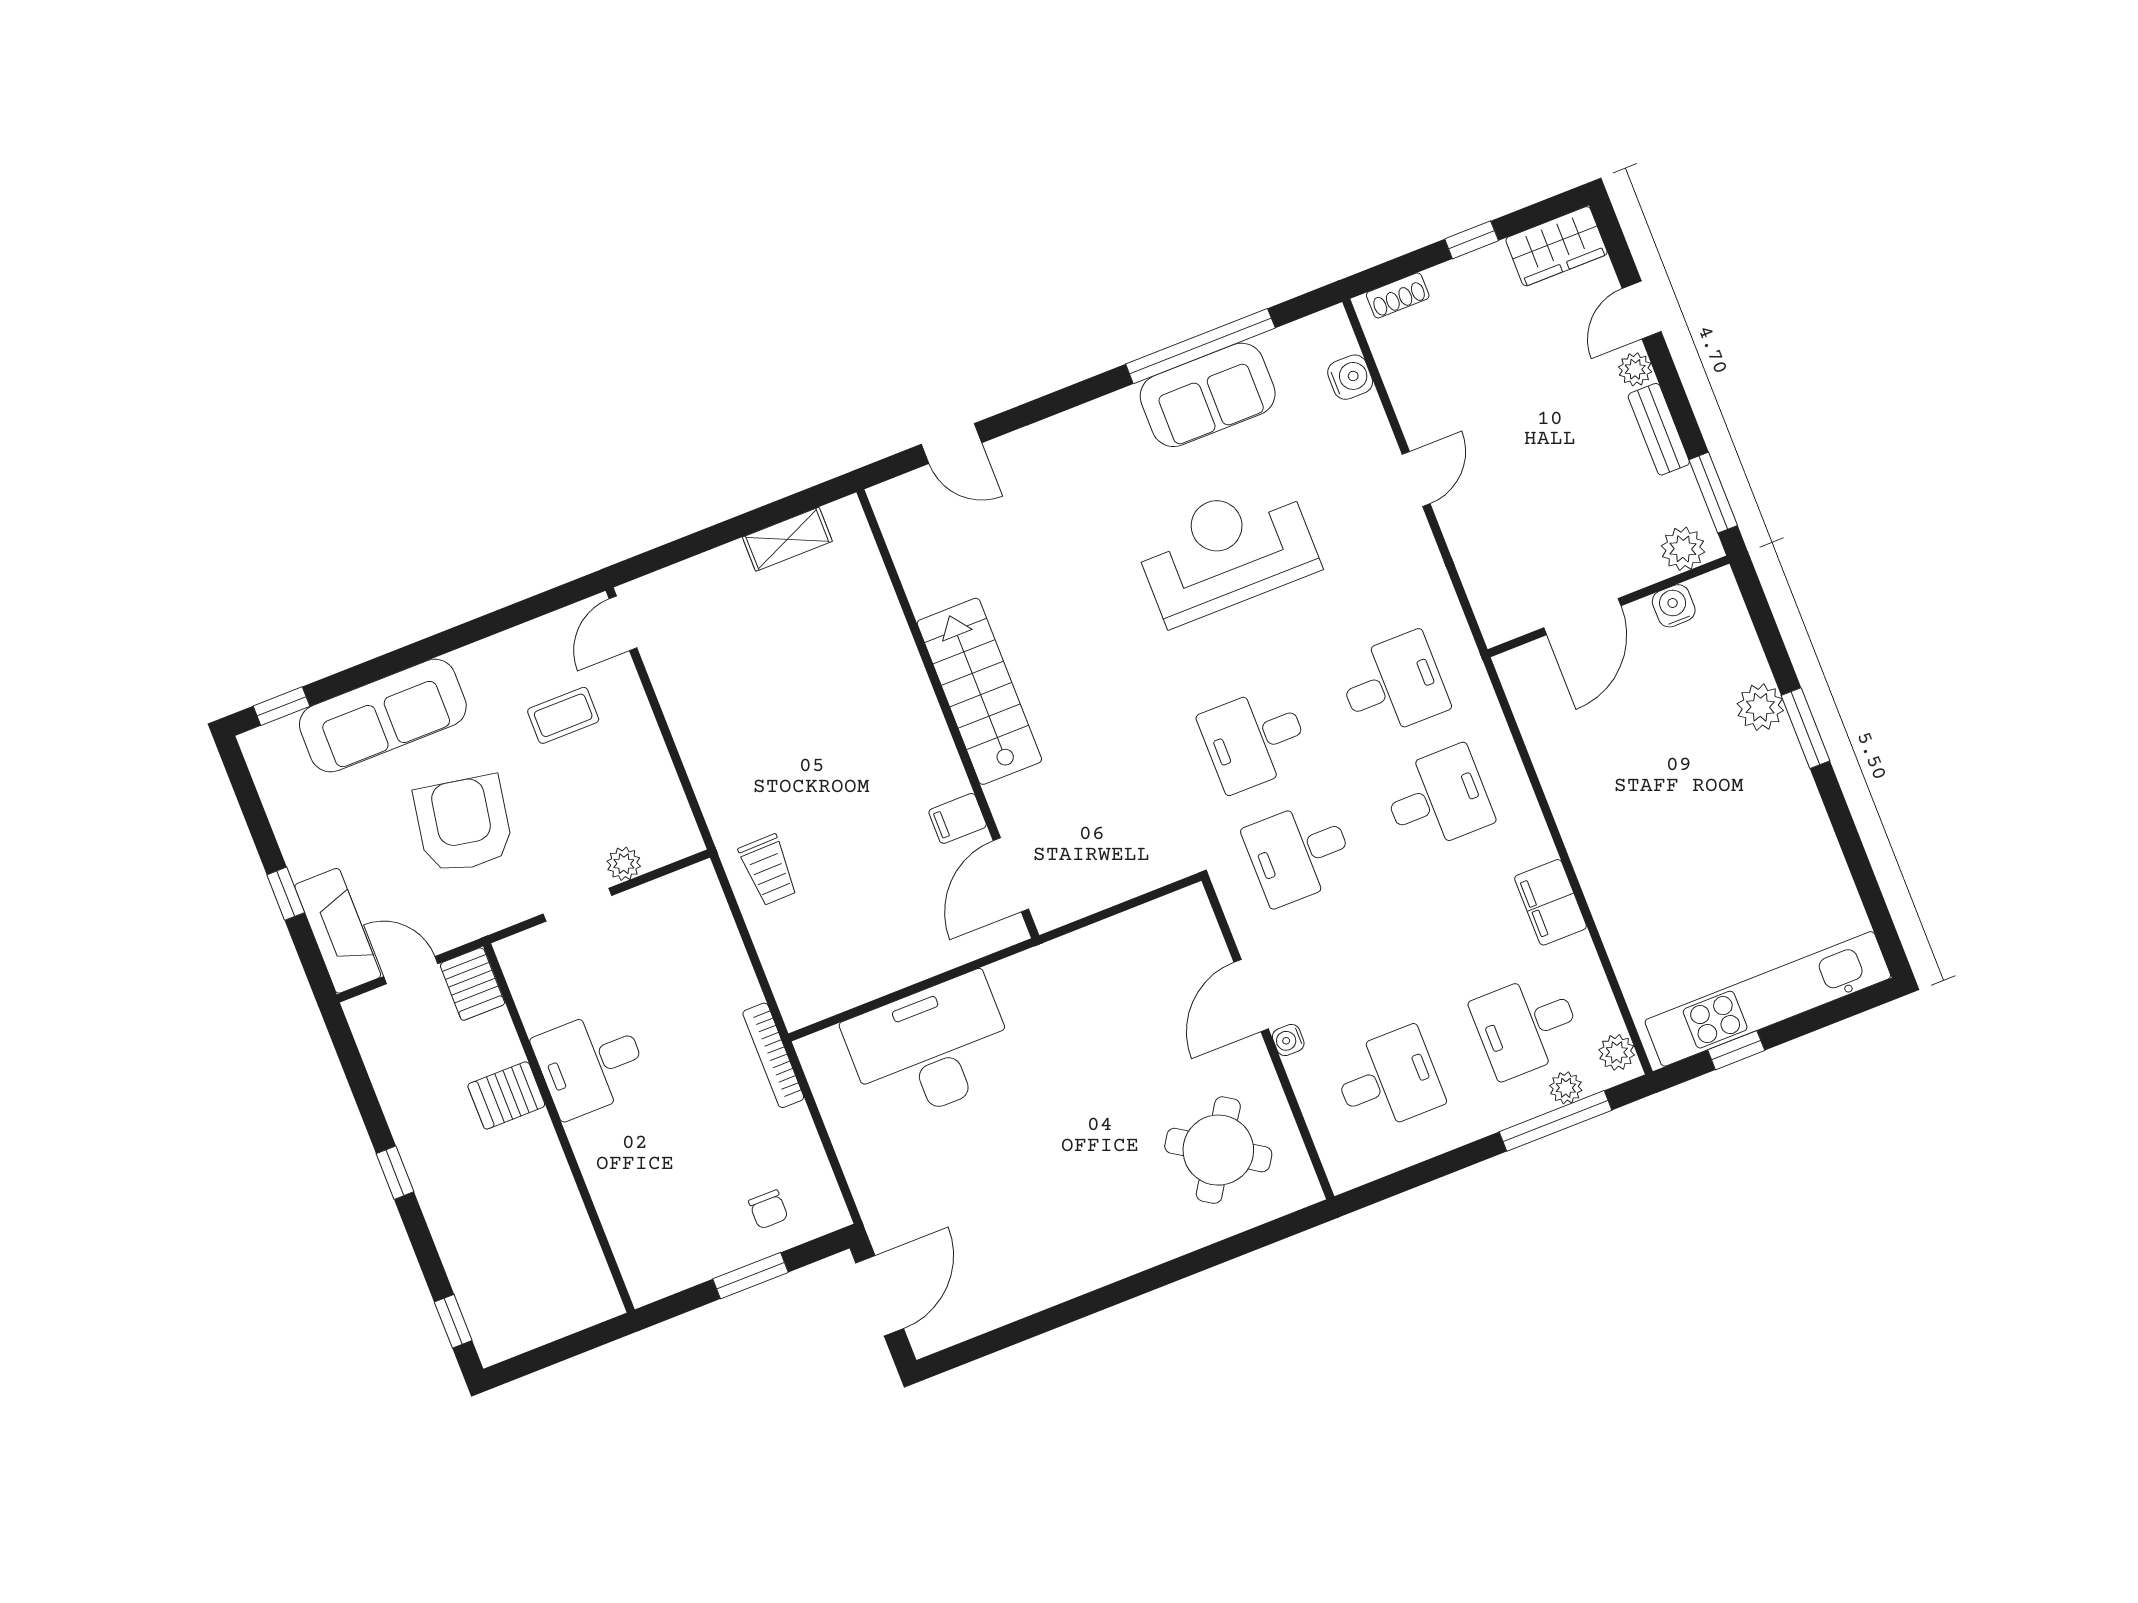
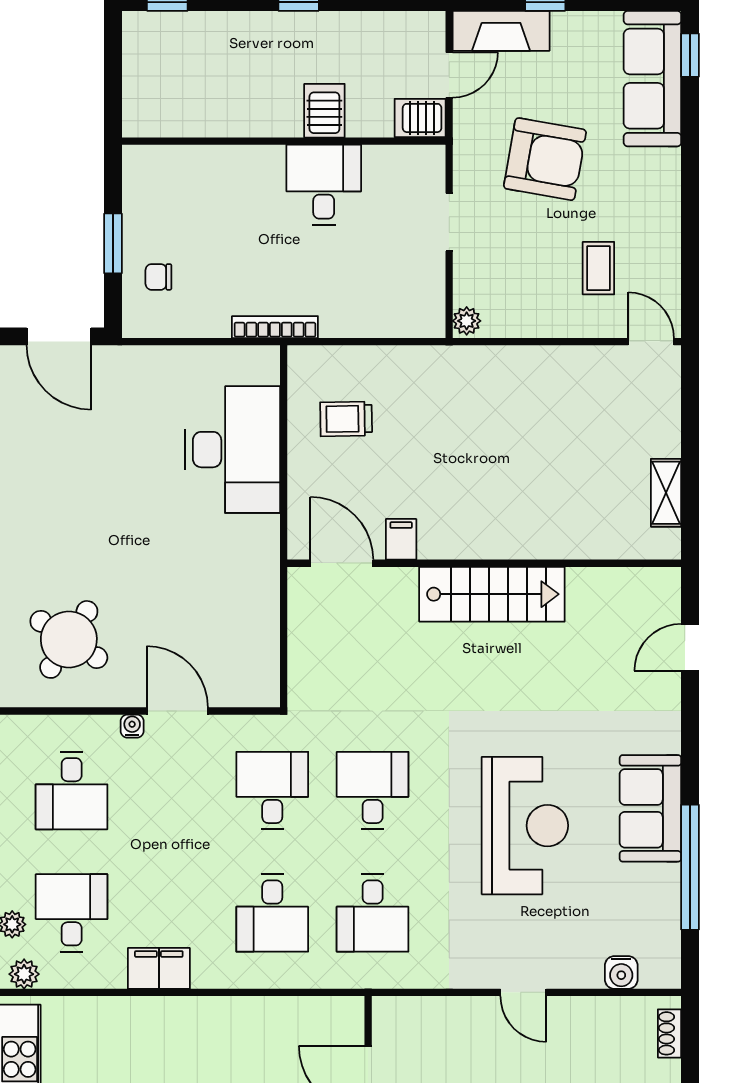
sofa: (1208, 395) -> (650, 808), moved
sofa: (383, 716) -> (652, 79), moved
plant: (624, 864) -> (467, 321), moved
trolley: (768, 870) -> (346, 419), moved

